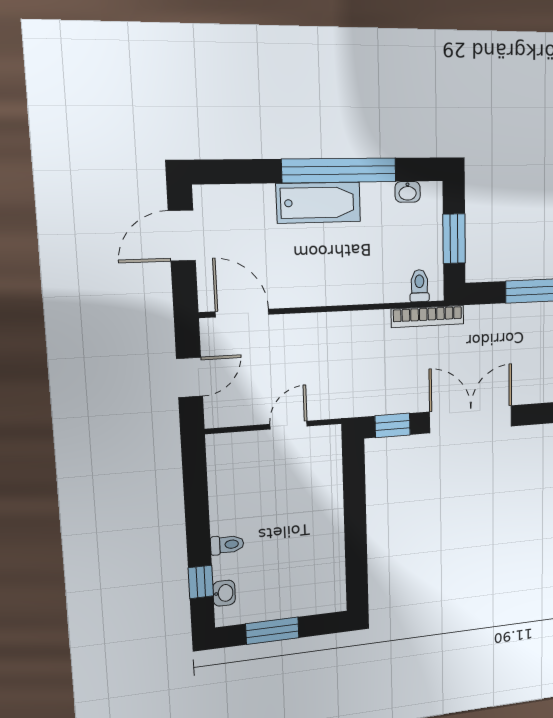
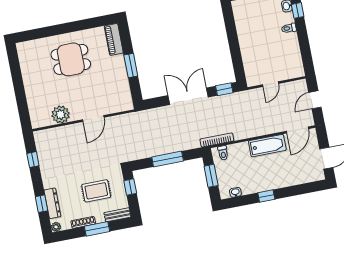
window: (339, 170) -> (266, 196), width x0.32
bathtub: (319, 203) -> (267, 146), moved, turned 180
door: (242, 313) -> (297, 130), hinge flipped
double door: (471, 419) -> (188, 96), swing flipped

